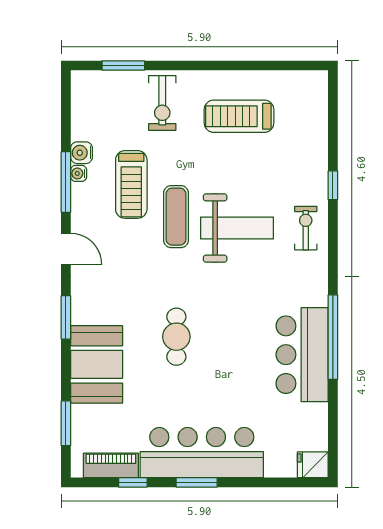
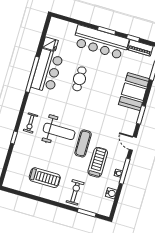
water cooler: (82, 153) -> (111, 193), moved
weight bench: (237, 228) -> (59, 131), turned 180
cafe table: (176, 337) -> (79, 79), moved
fridge: (313, 465) -> (50, 44), moved

